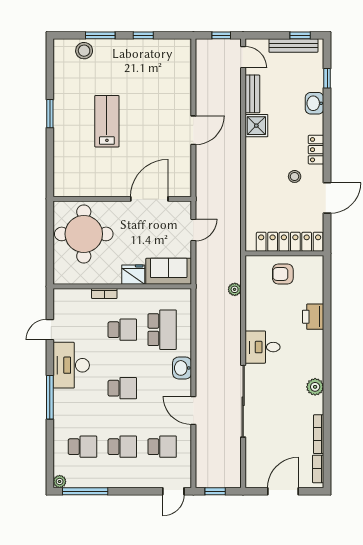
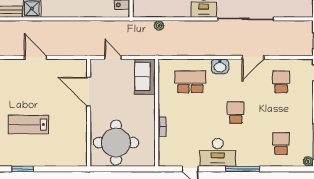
fridge: (133, 275) -> (148, 104), removed
school desk: (122, 330) -> (190, 113), removed
school desk: (122, 447) -> (281, 113), removed

